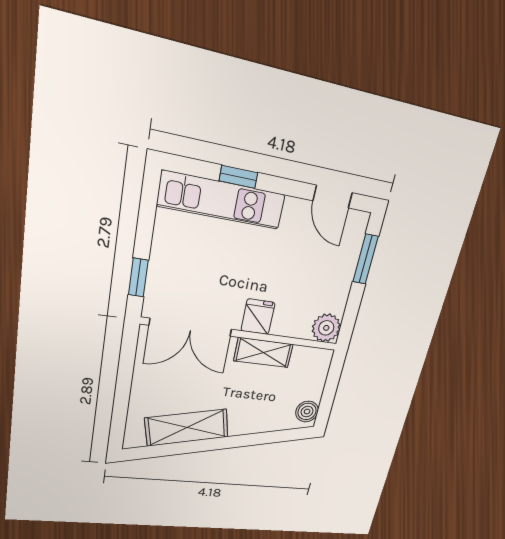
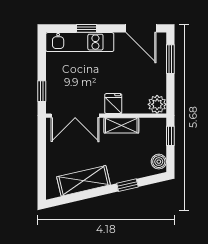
door: (333, 197) -> (141, 28), width x1.38
window: (333, 377) -> (170, 136), added
window: (253, 439) -> (127, 185), added

